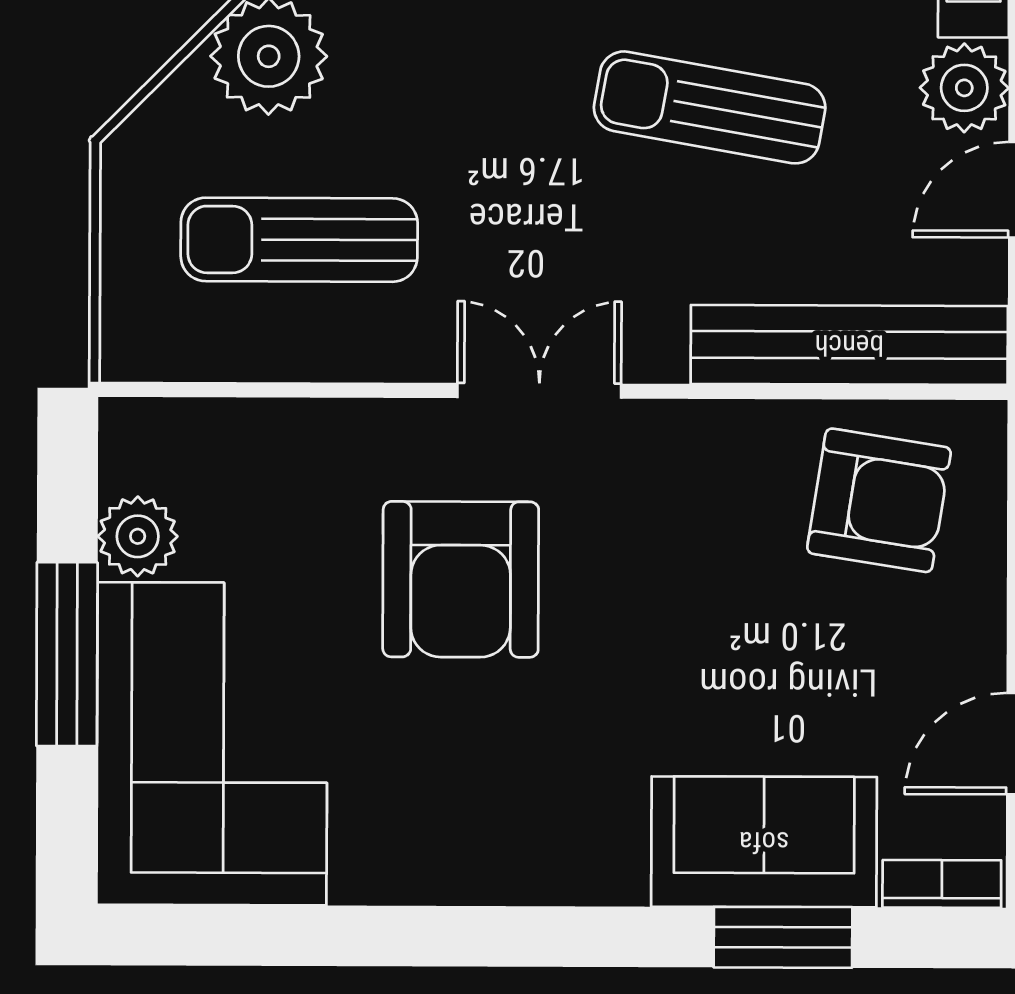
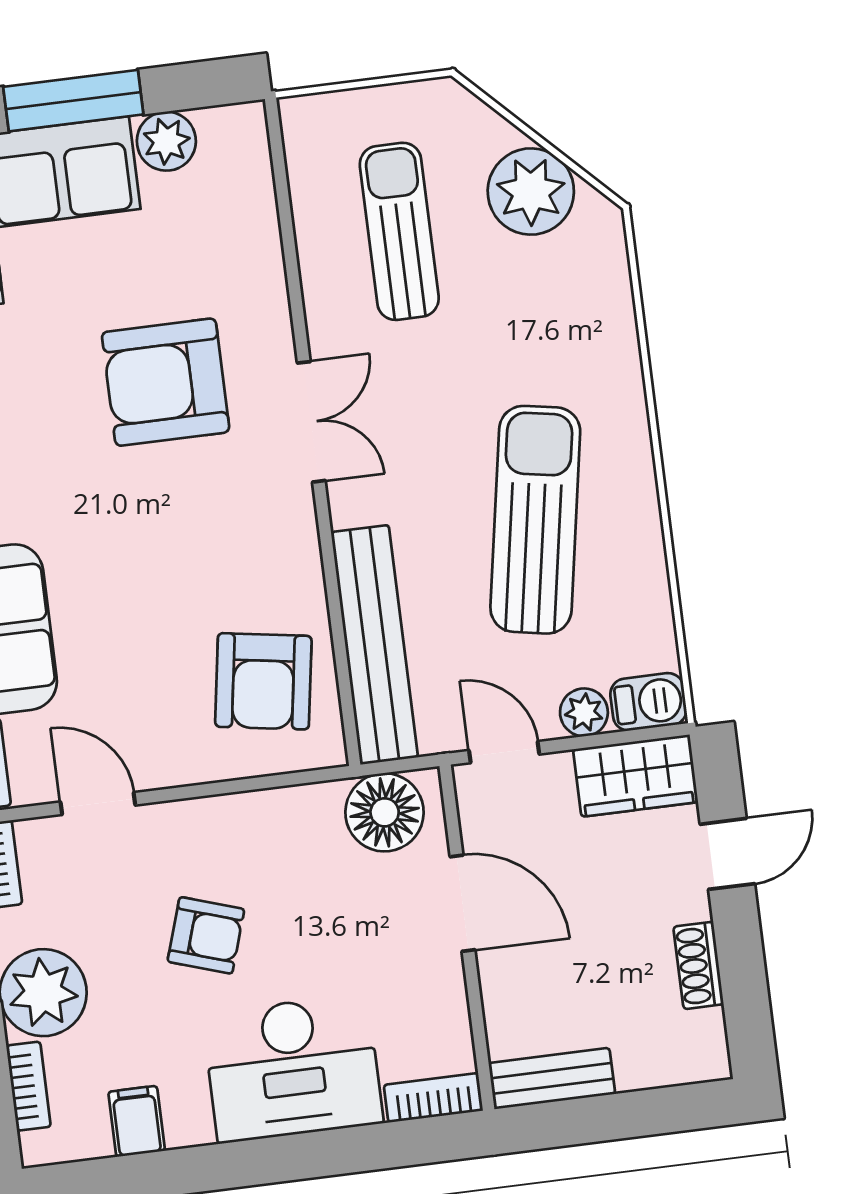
plant: (964, 88) -> (584, 712), width x0.73, depth x0.73
sun lounger: (710, 107) -> (535, 520), width x1.36, depth x1.34

